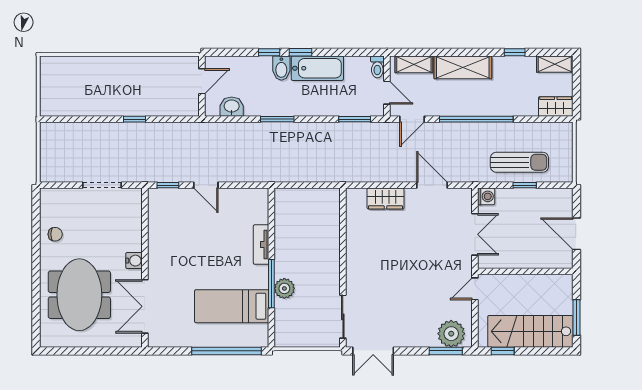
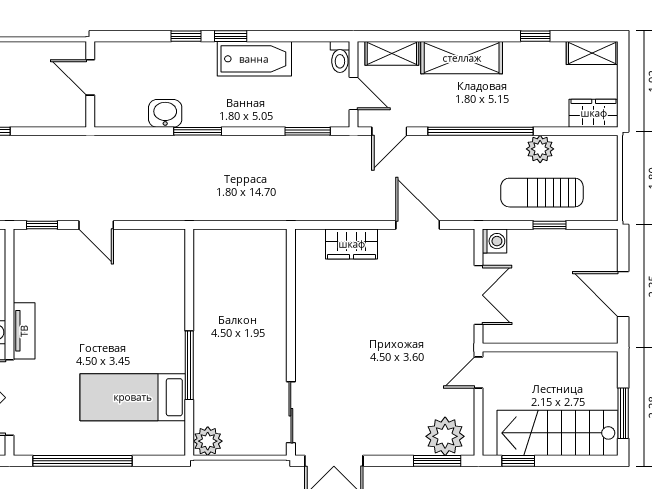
bidet: (281, 68) -> (203, 59), removed
door: (202, 81) -> (90, 77), swing flipped
washbasin: (232, 107) -> (165, 113), moved
plant: (518, 132) -> (540, 149), added
sun lounger: (519, 162) -> (542, 193), turned 180
tv unit: (261, 245) -> (24, 331), moved, turned 180
plant: (284, 288) -> (208, 441), moved
window: (226, 351) -> (83, 461), moved

